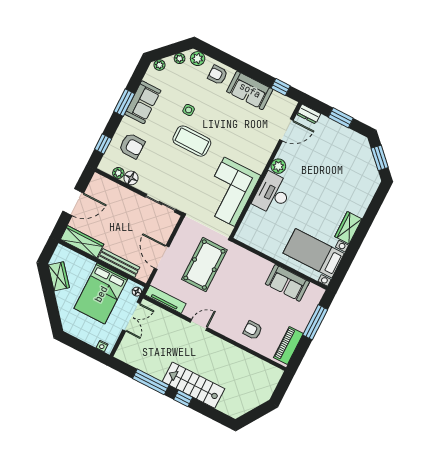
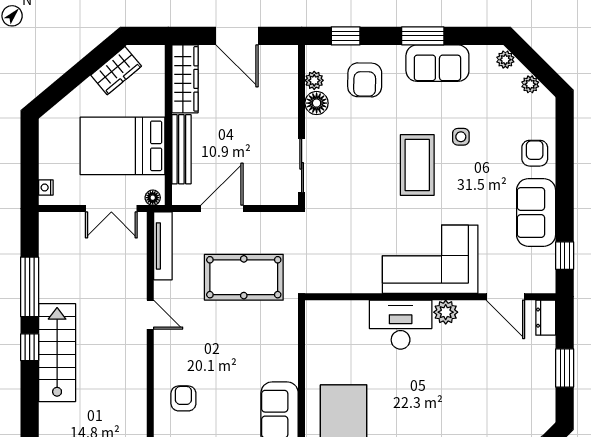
plant: (198, 59) -> (544, 111), removed
corner sofa: (229, 192) -> (430, 259), moved

